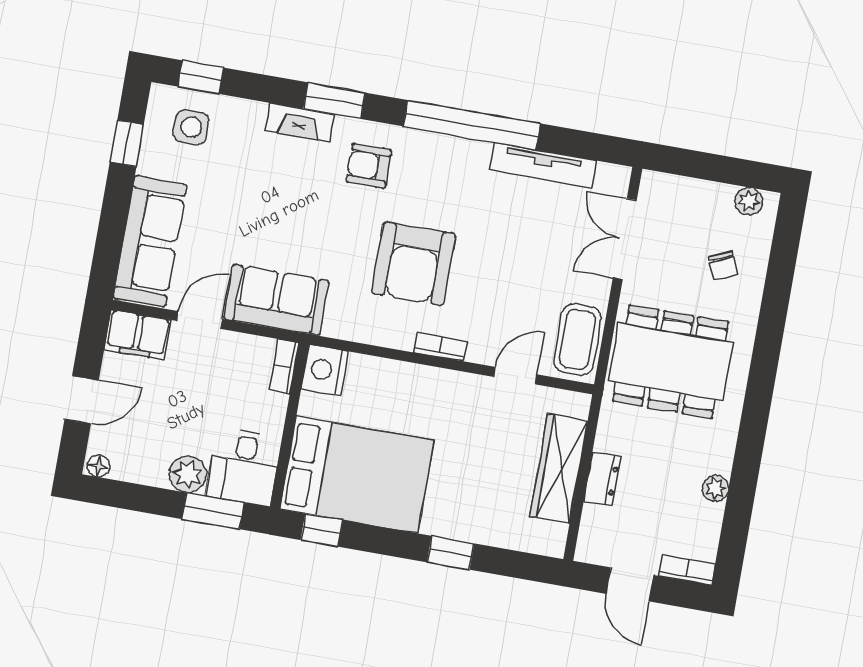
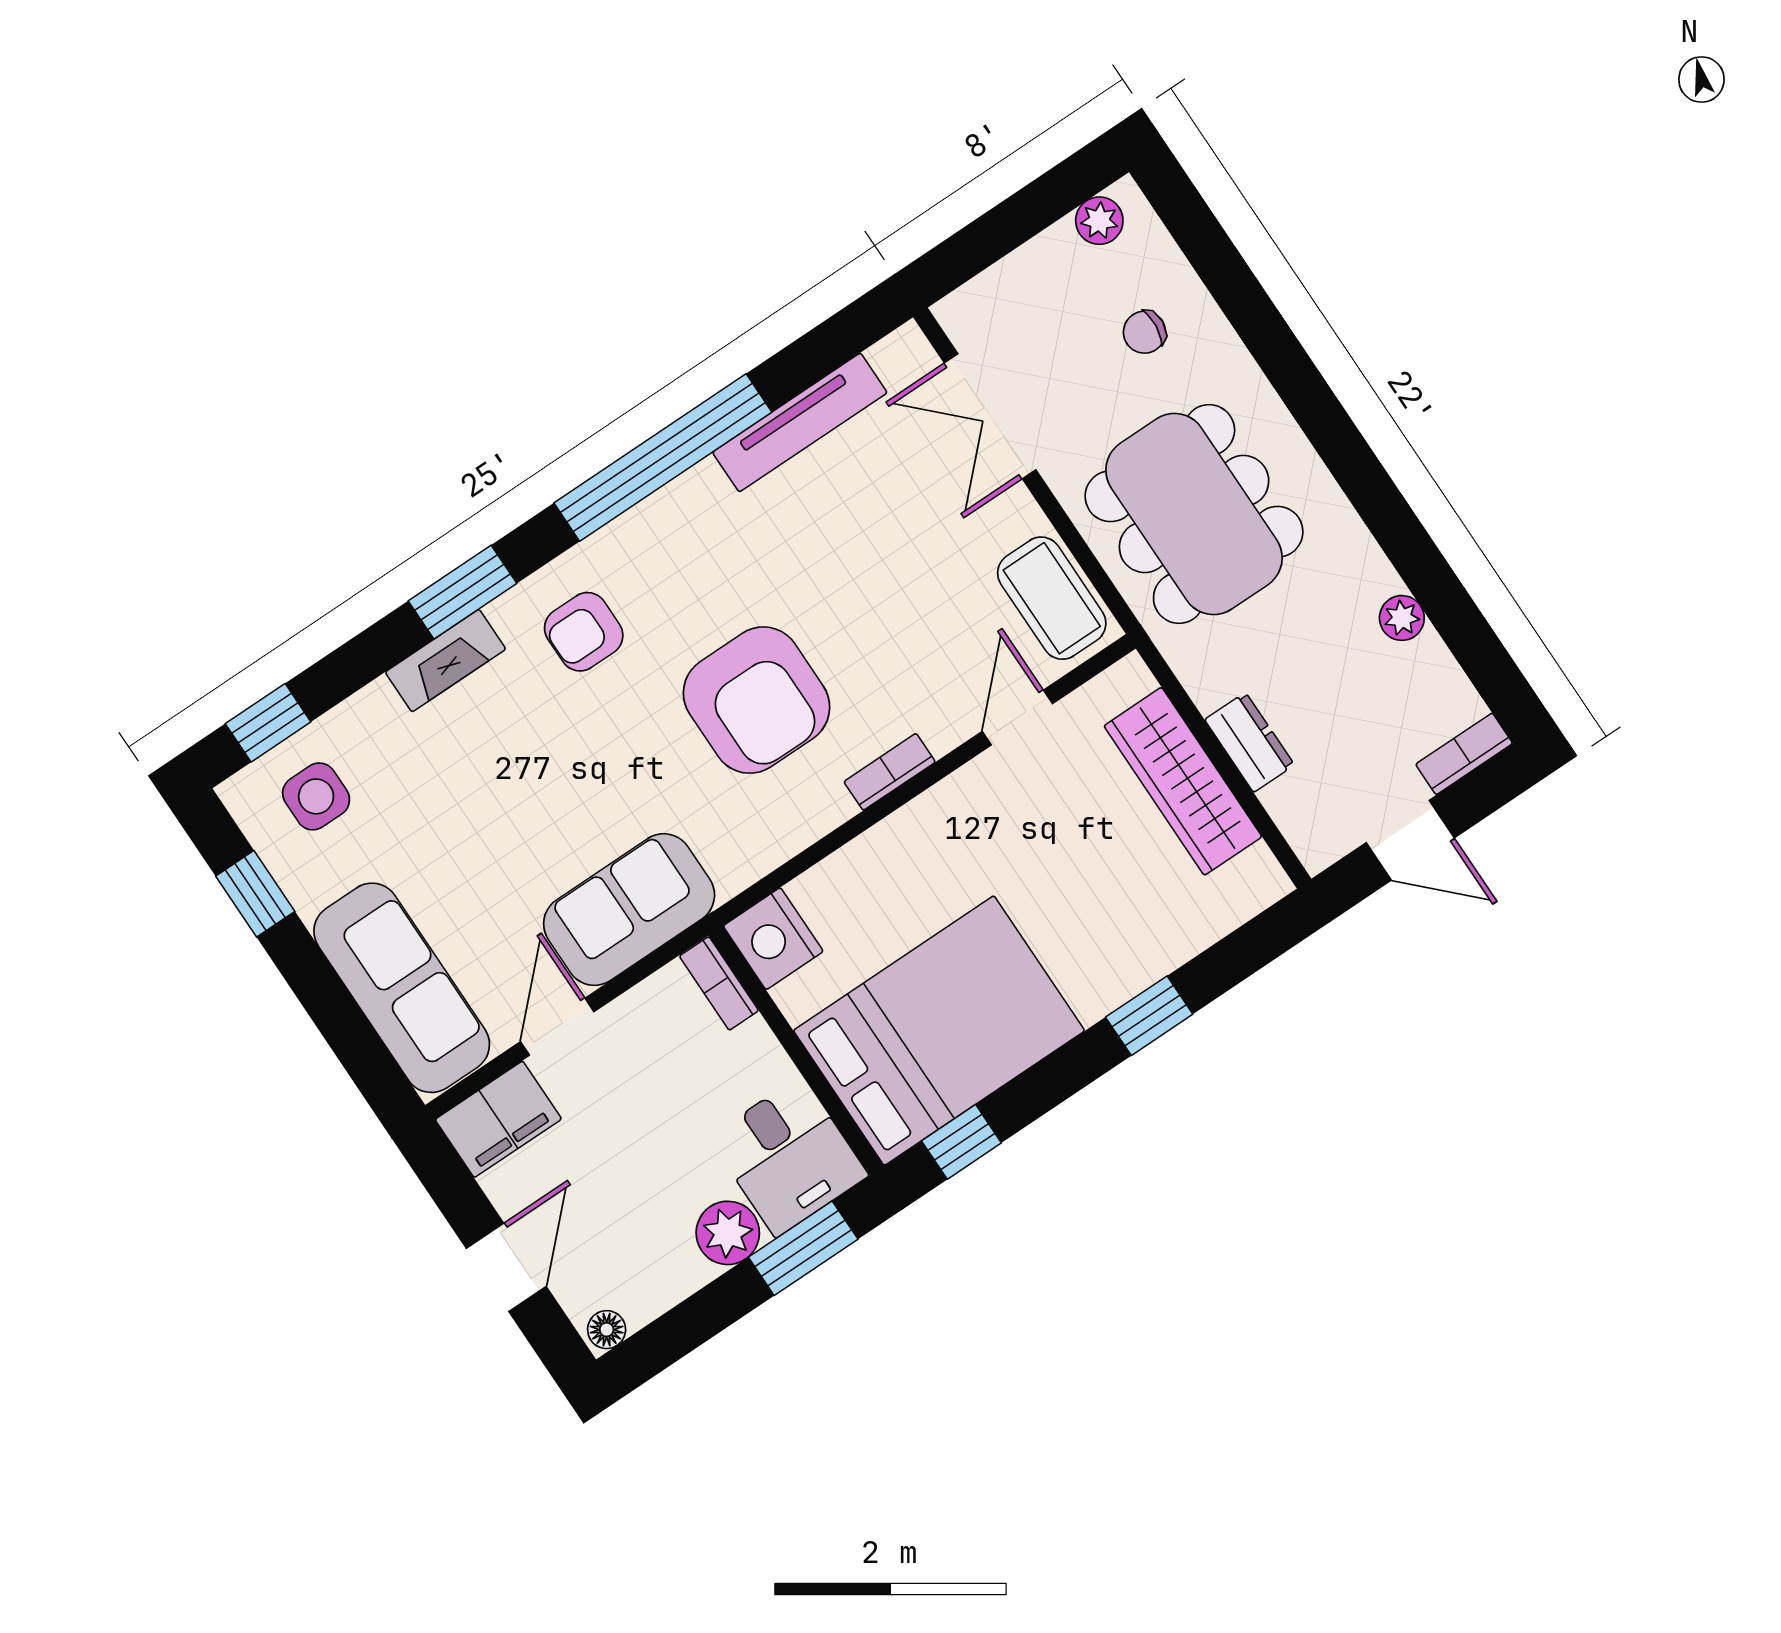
chair: (723, 266) -> (1144, 332), turned 118
dining table: (671, 362) -> (1194, 514), turned 90

